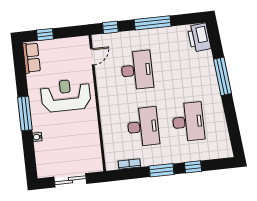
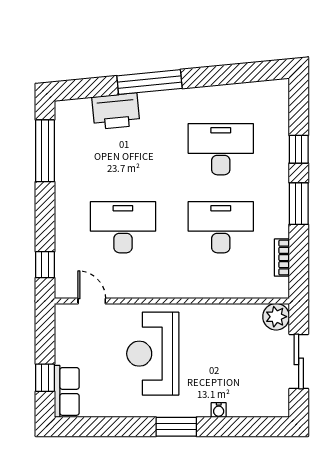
window: (153, 23) -> (45, 151), moved
printer: (199, 38) -> (116, 111), moved
row of seats: (32, 58) -> (67, 391), moved, turned 90
window: (25, 113) -> (176, 427), width x0.69
plant: (95, 164) -> (276, 317), added

